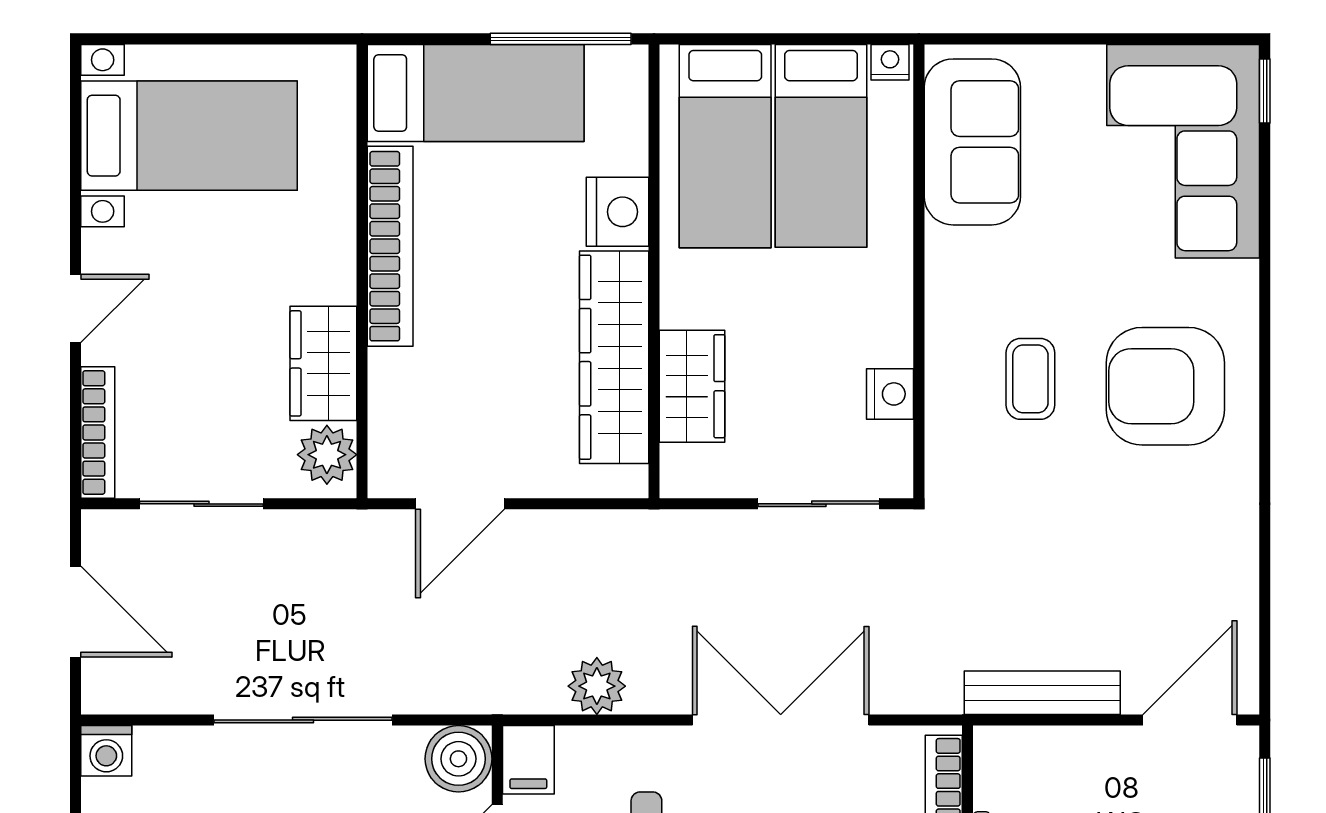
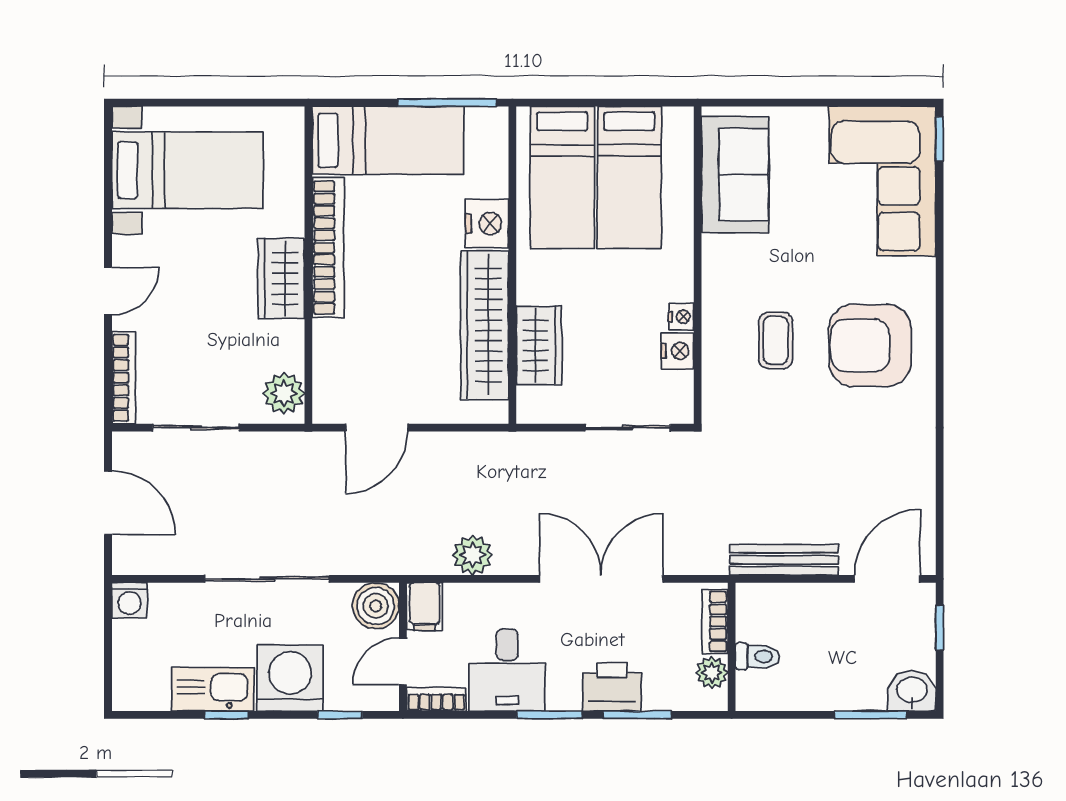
nightstand: (890, 62) -> (681, 317), moved, turned 90
wardrobe: (323, 363) -> (281, 279), moved

